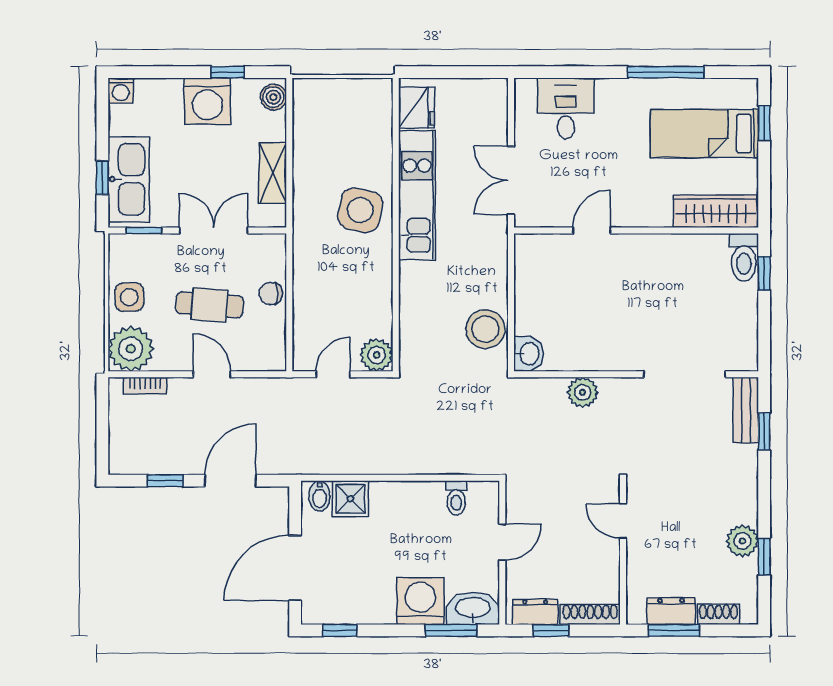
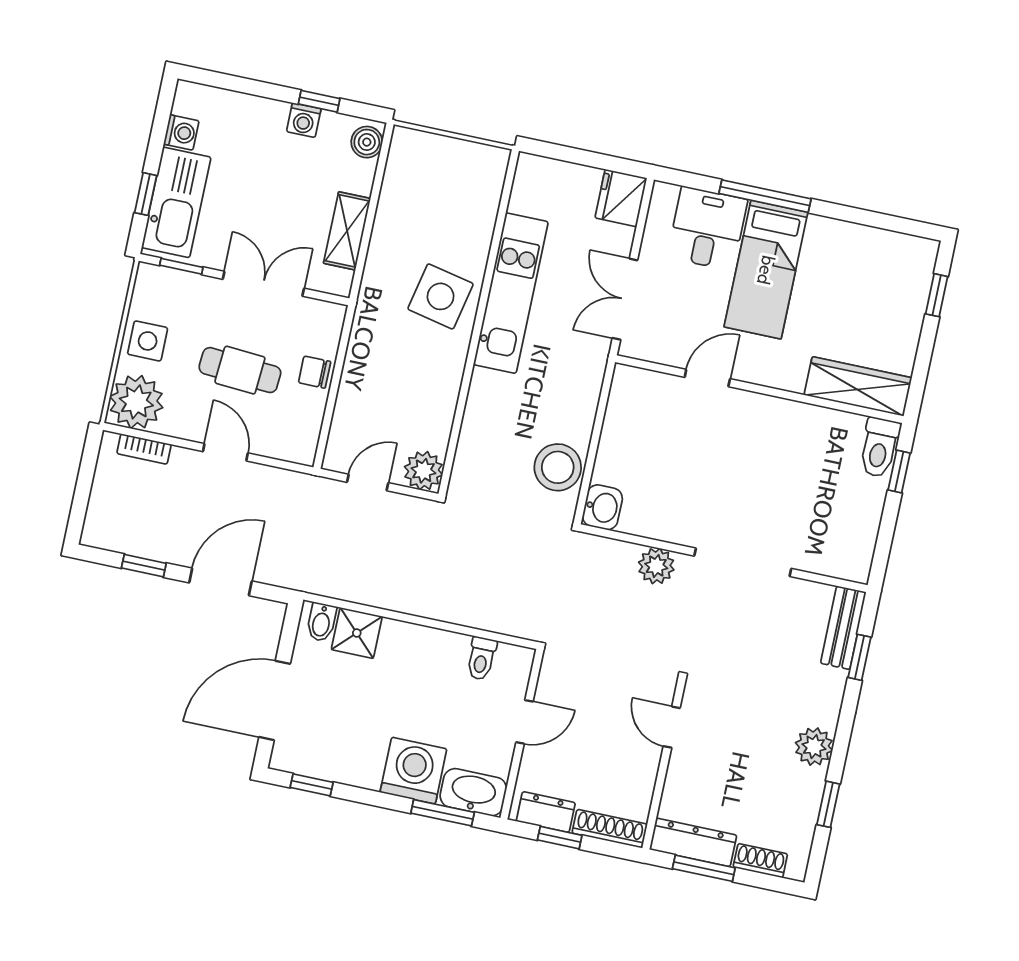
window: (666, 72) -> (765, 196), moved
washing machine: (121, 91) -> (181, 132), moved, turned -90
washing machine: (207, 101) -> (304, 120), width x0.53, depth x0.53
fridge: (417, 108) -> (621, 198), moved, turned 180
bed: (704, 134) -> (766, 270), moved, turned -90
doorway: (685, 374) -> (743, 562), moved
plant: (742, 541) -> (814, 747), moved
dresser: (671, 611) -> (693, 842), width x1.44

